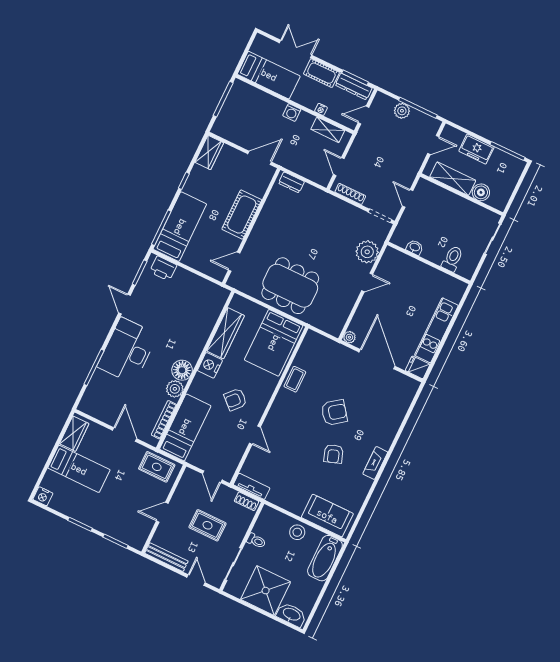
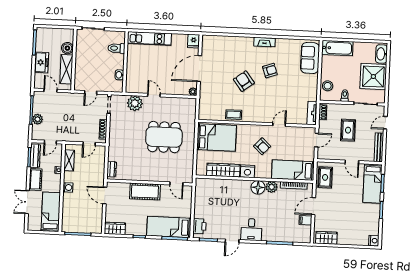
door: (364, 115) -> (50, 142), hinge flipped
dining table: (290, 286) -> (164, 137), moved, turned 90
kitchen unit: (436, 330) -> (149, 38), moved
desk: (127, 351) -> (251, 230), width x0.53, depth x0.77
filing cabinet: (110, 415) -> (305, 220), added
bed: (79, 469) -> (373, 183), moved, turned 180
stool: (297, 532) -> (328, 86), moved

